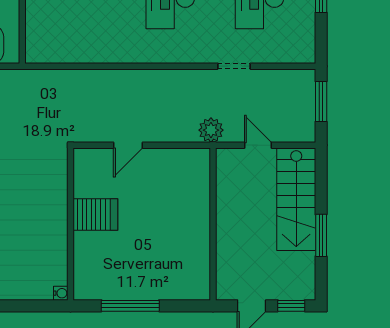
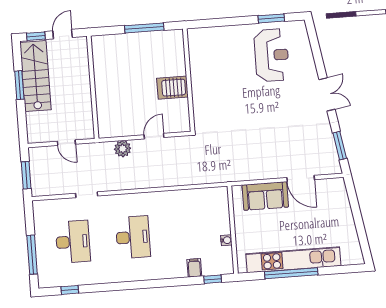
plant: (211, 130) -> (123, 149), moved
stairs: (296, 199) -> (36, 76), moved
water cooler: (61, 293) -> (192, 33), removed

